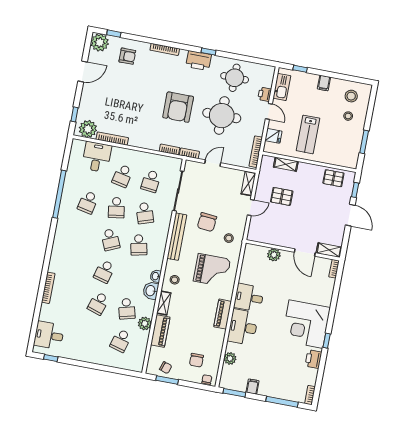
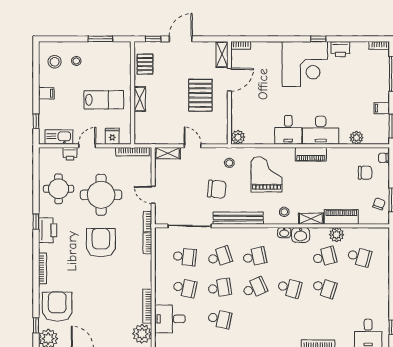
armchair: (127, 56) -> (57, 307), width x1.88, depth x1.88
armchair: (178, 107) -> (101, 243), turned -90
shelving: (286, 164) -> (140, 99), moved
pallet: (282, 196) -> (200, 95), moved, width x1.50, depth x1.42
plant: (274, 255) -> (238, 137), moved

